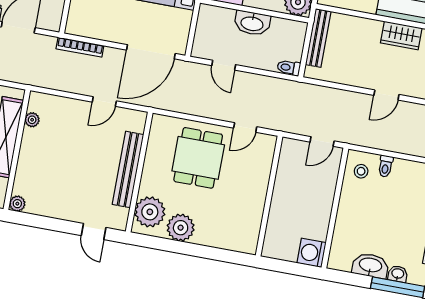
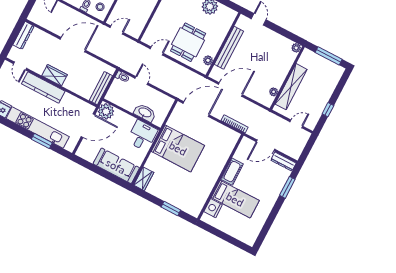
washbasin: (252, 23) -> (145, 113), moved
door: (224, 65) -> (141, 81), moved
door: (386, 95) -> (73, 45), width x1.87
door: (104, 102) -> (230, 90), width x1.88
plant: (150, 212) -> (208, 60), moved, width x0.53, depth x0.53

